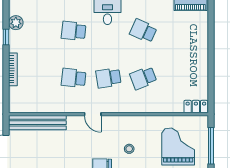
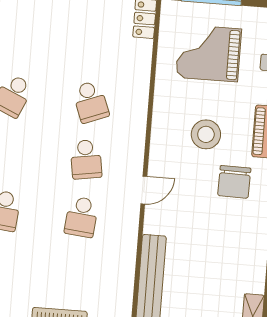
stool: (129, 149) -> (206, 134), width x1.89, depth x1.89

